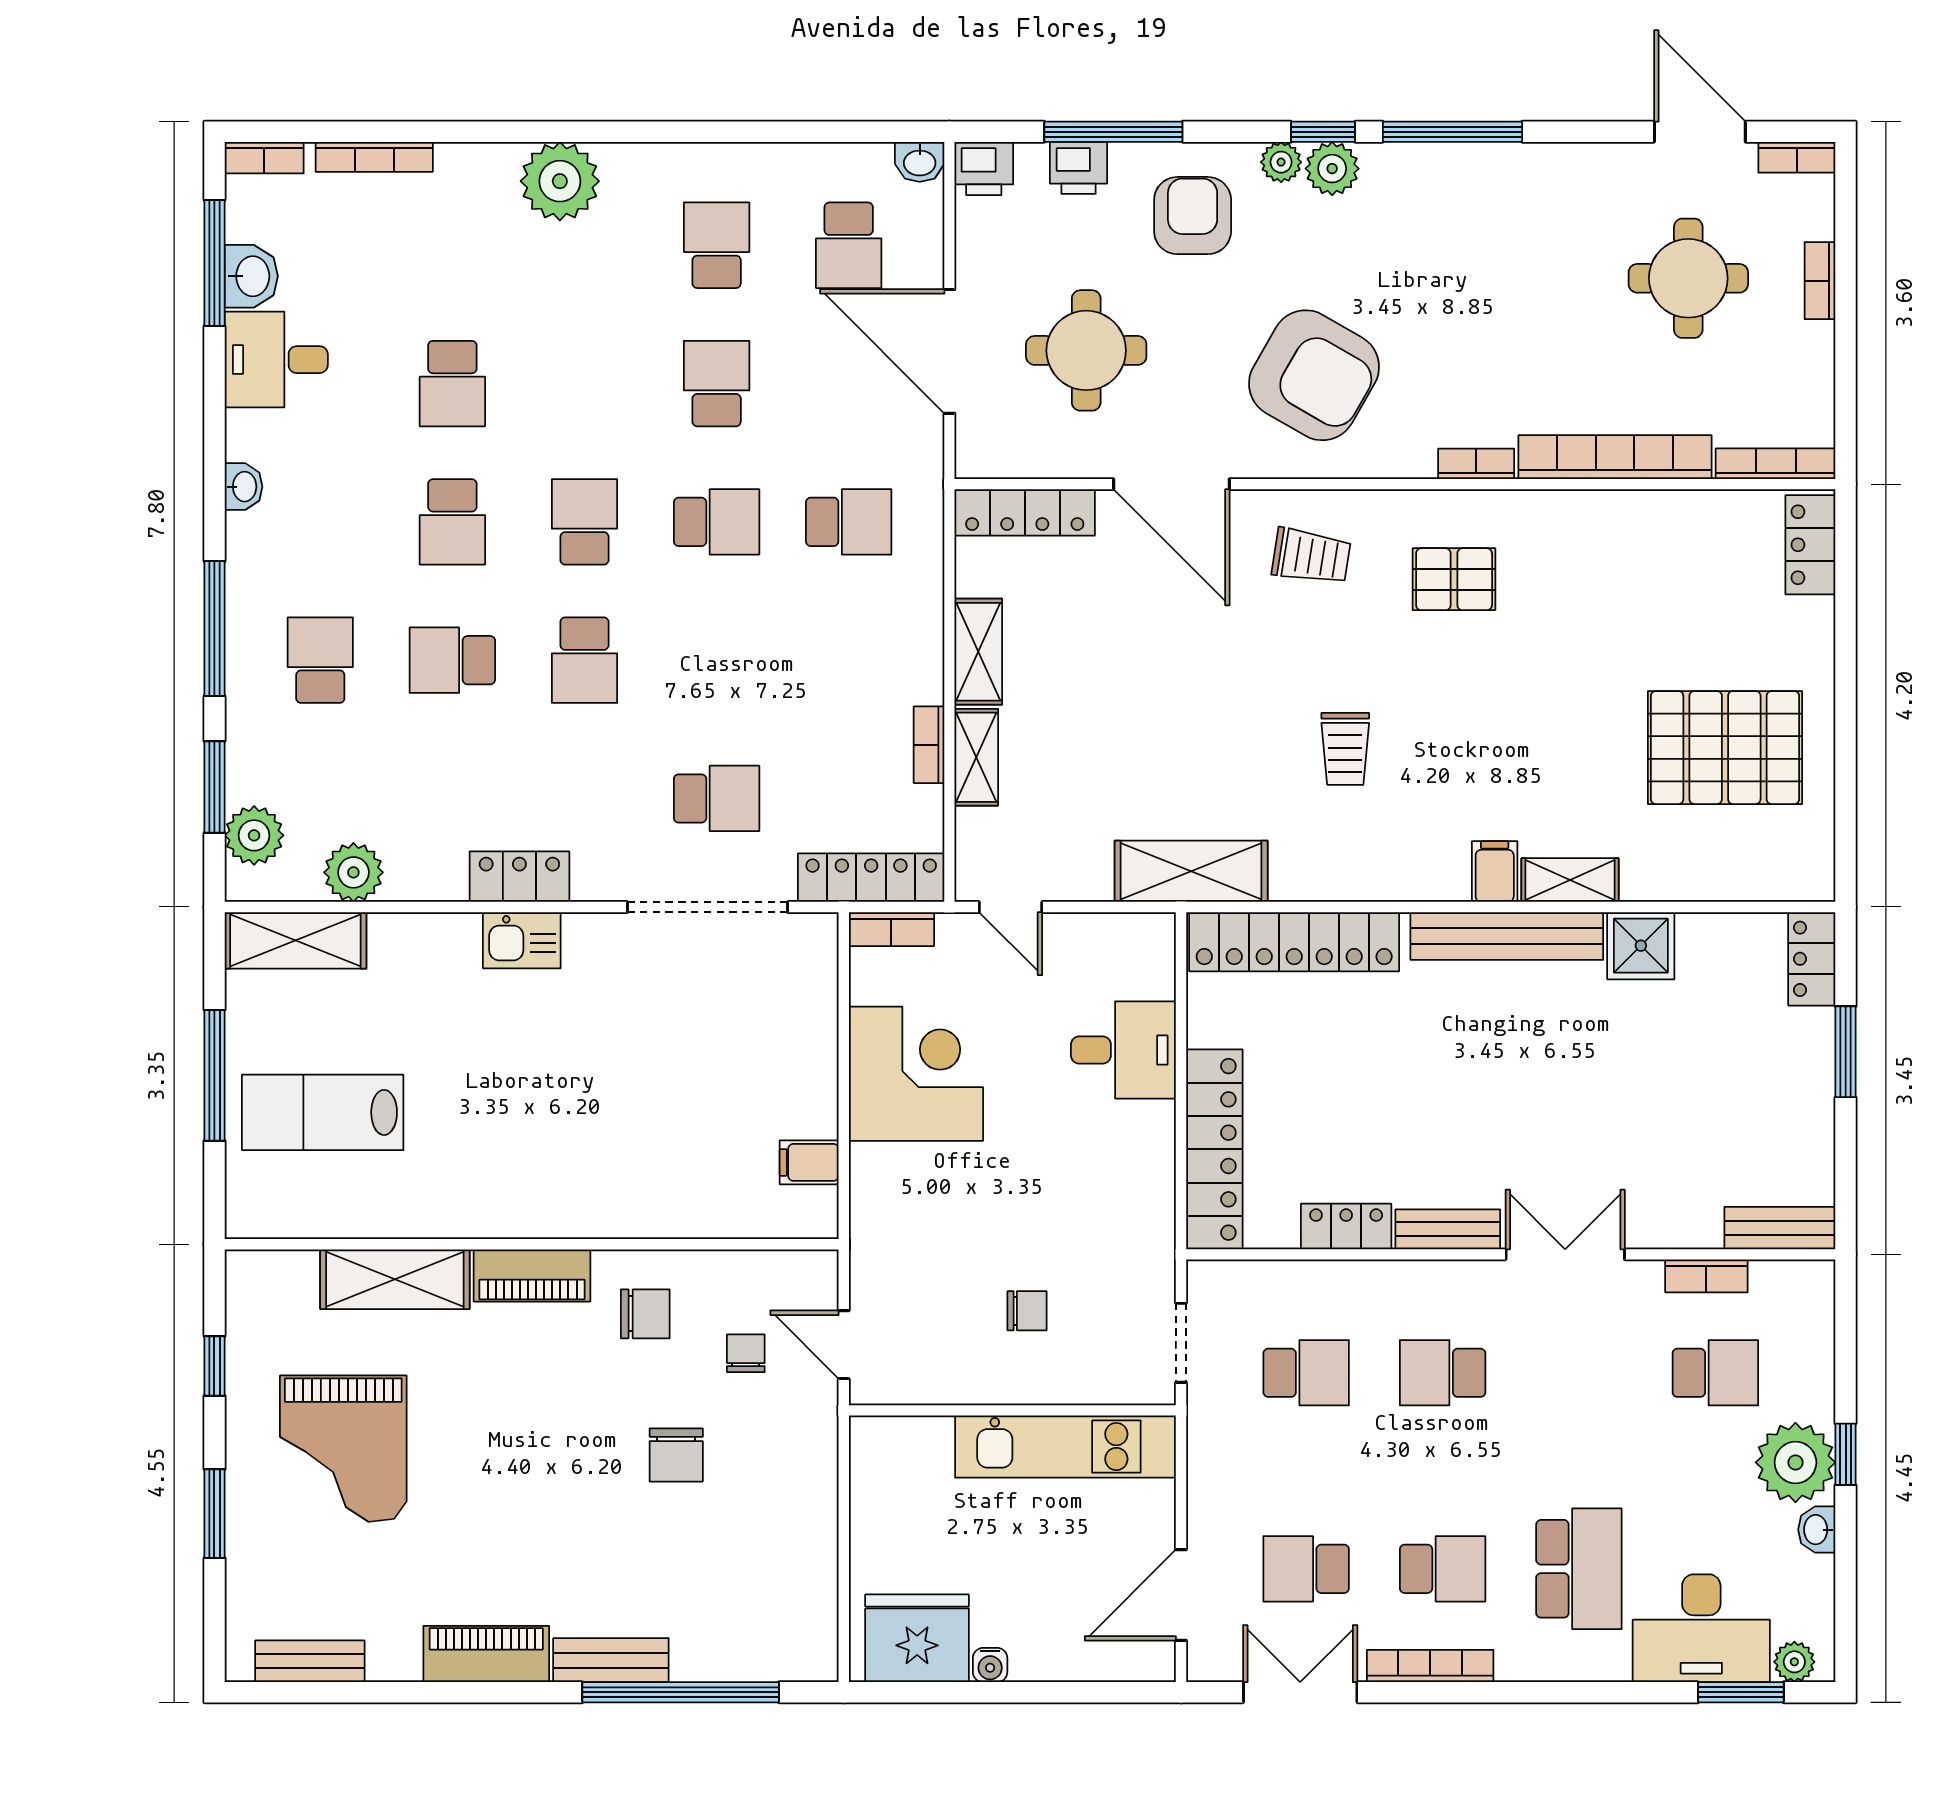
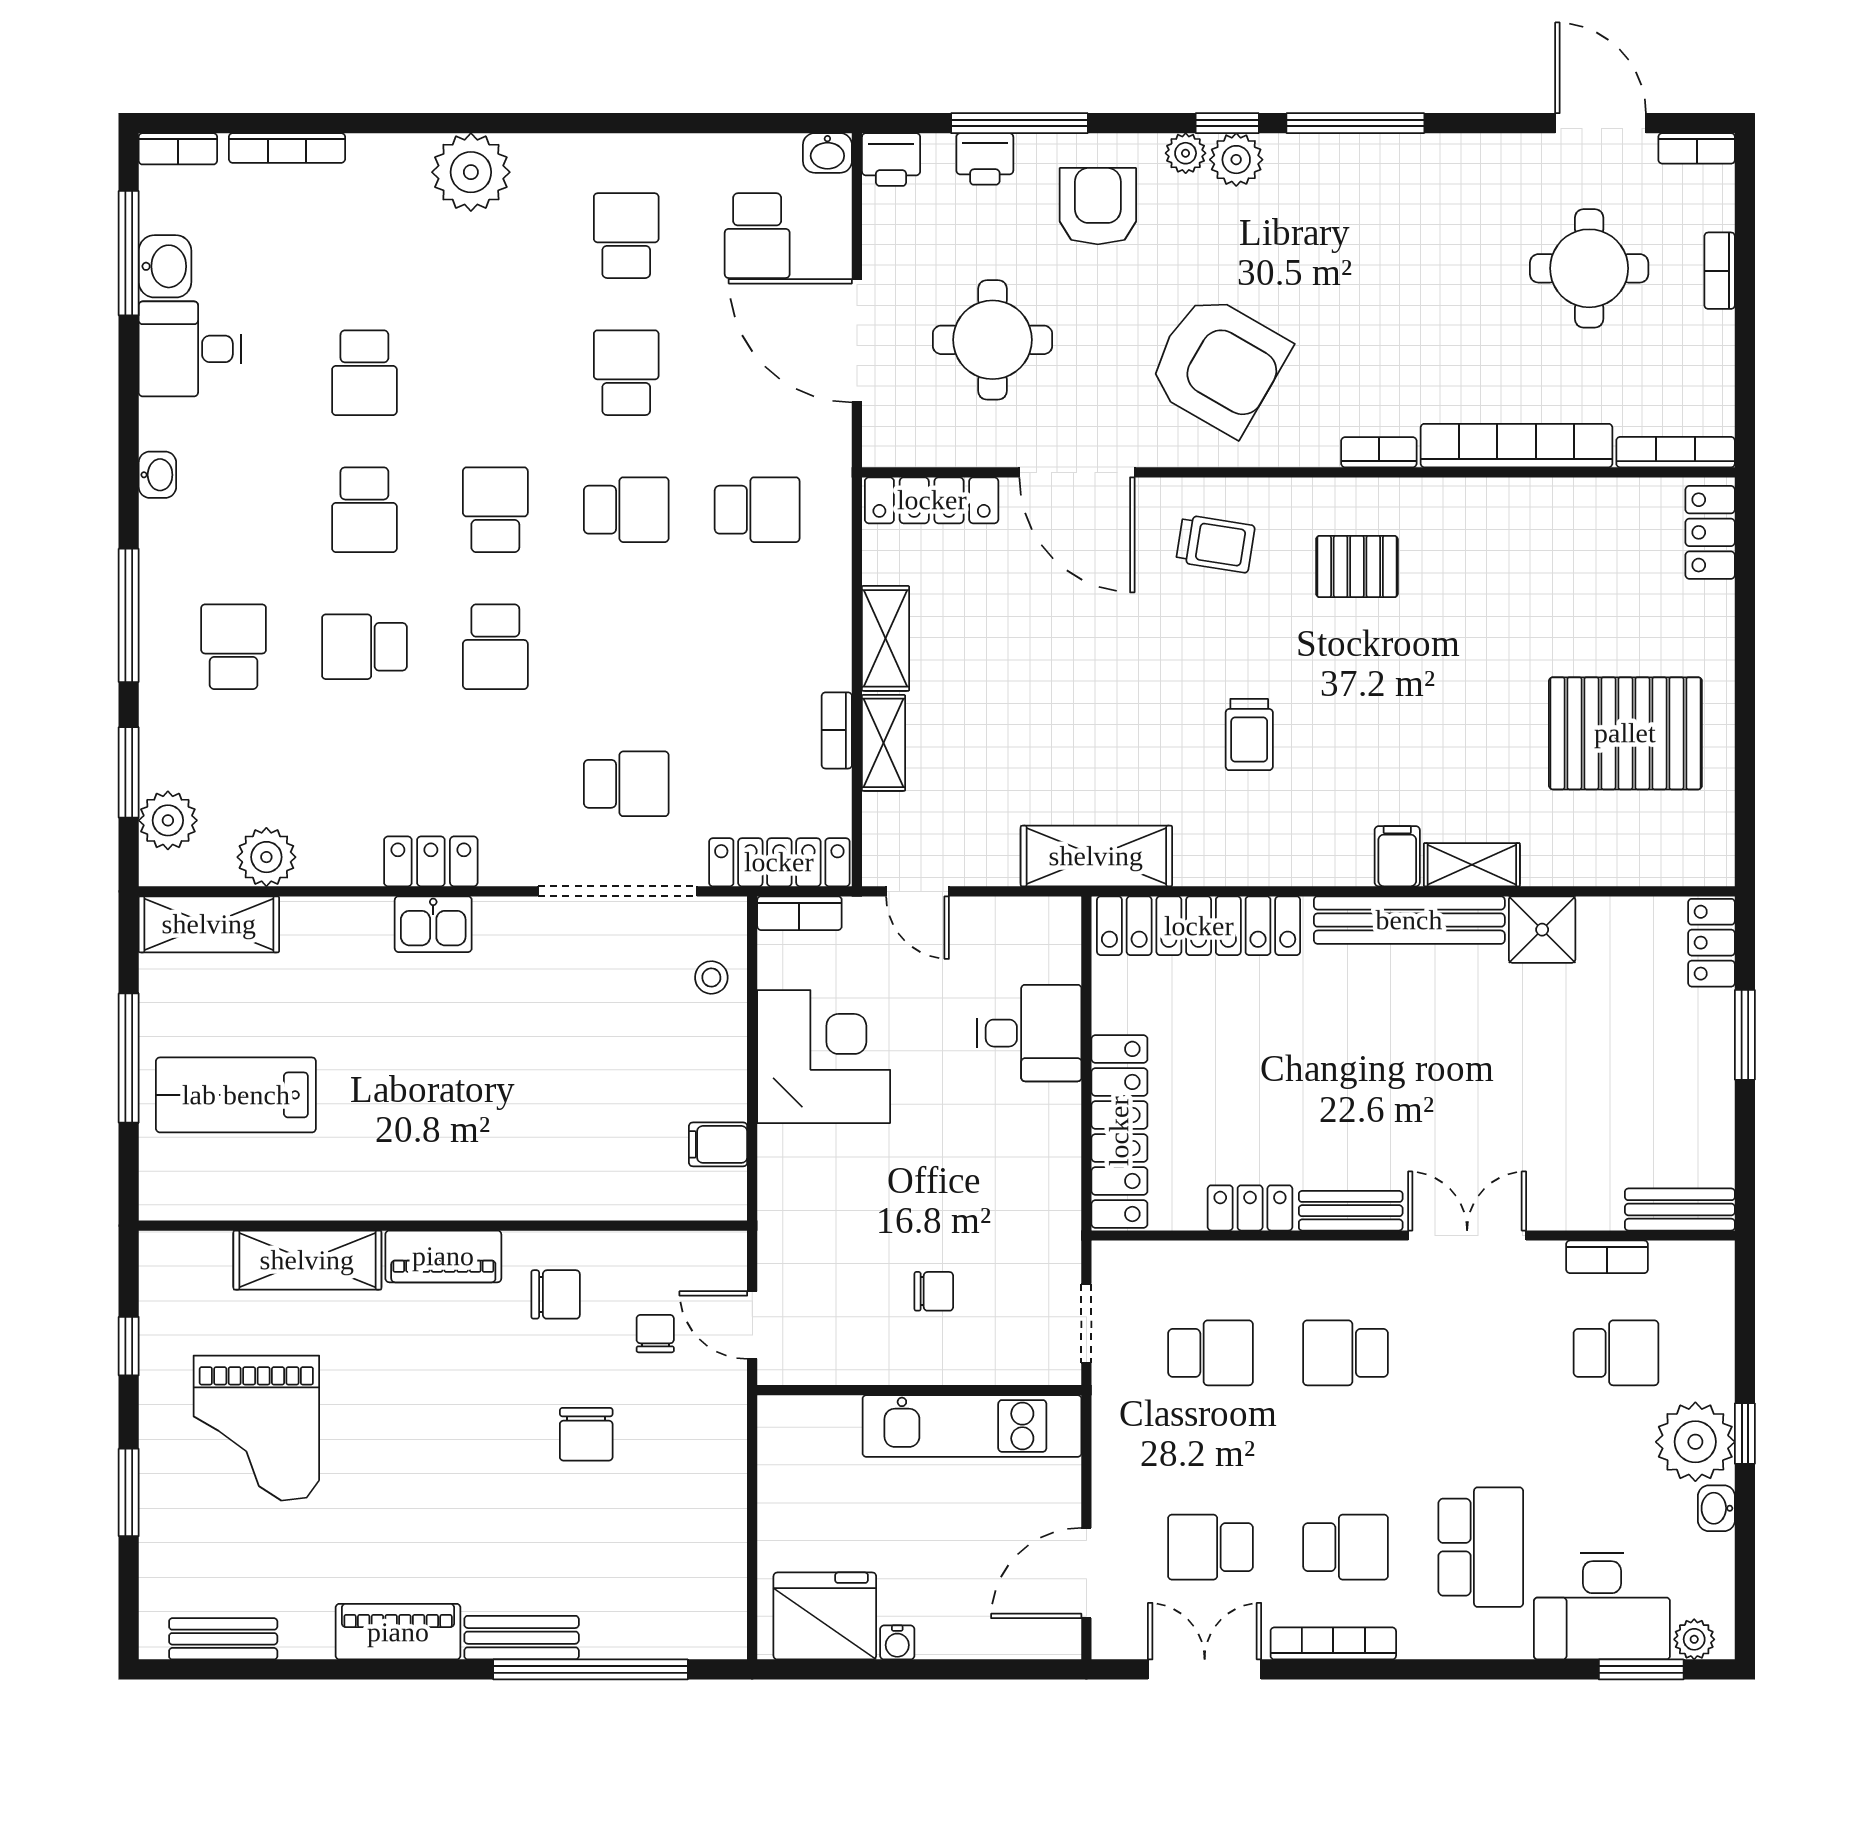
stool: (803, 994) -> (711, 977), added

